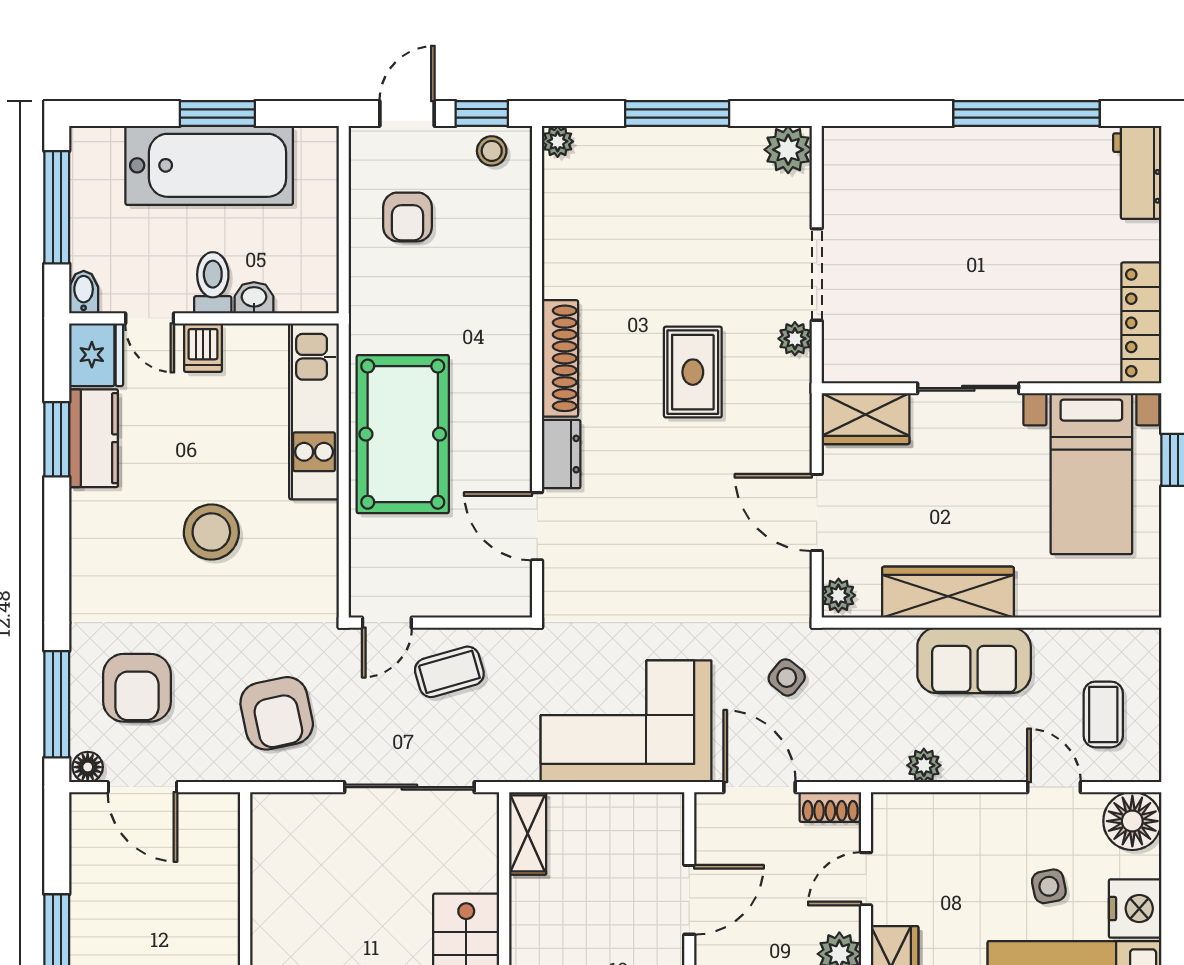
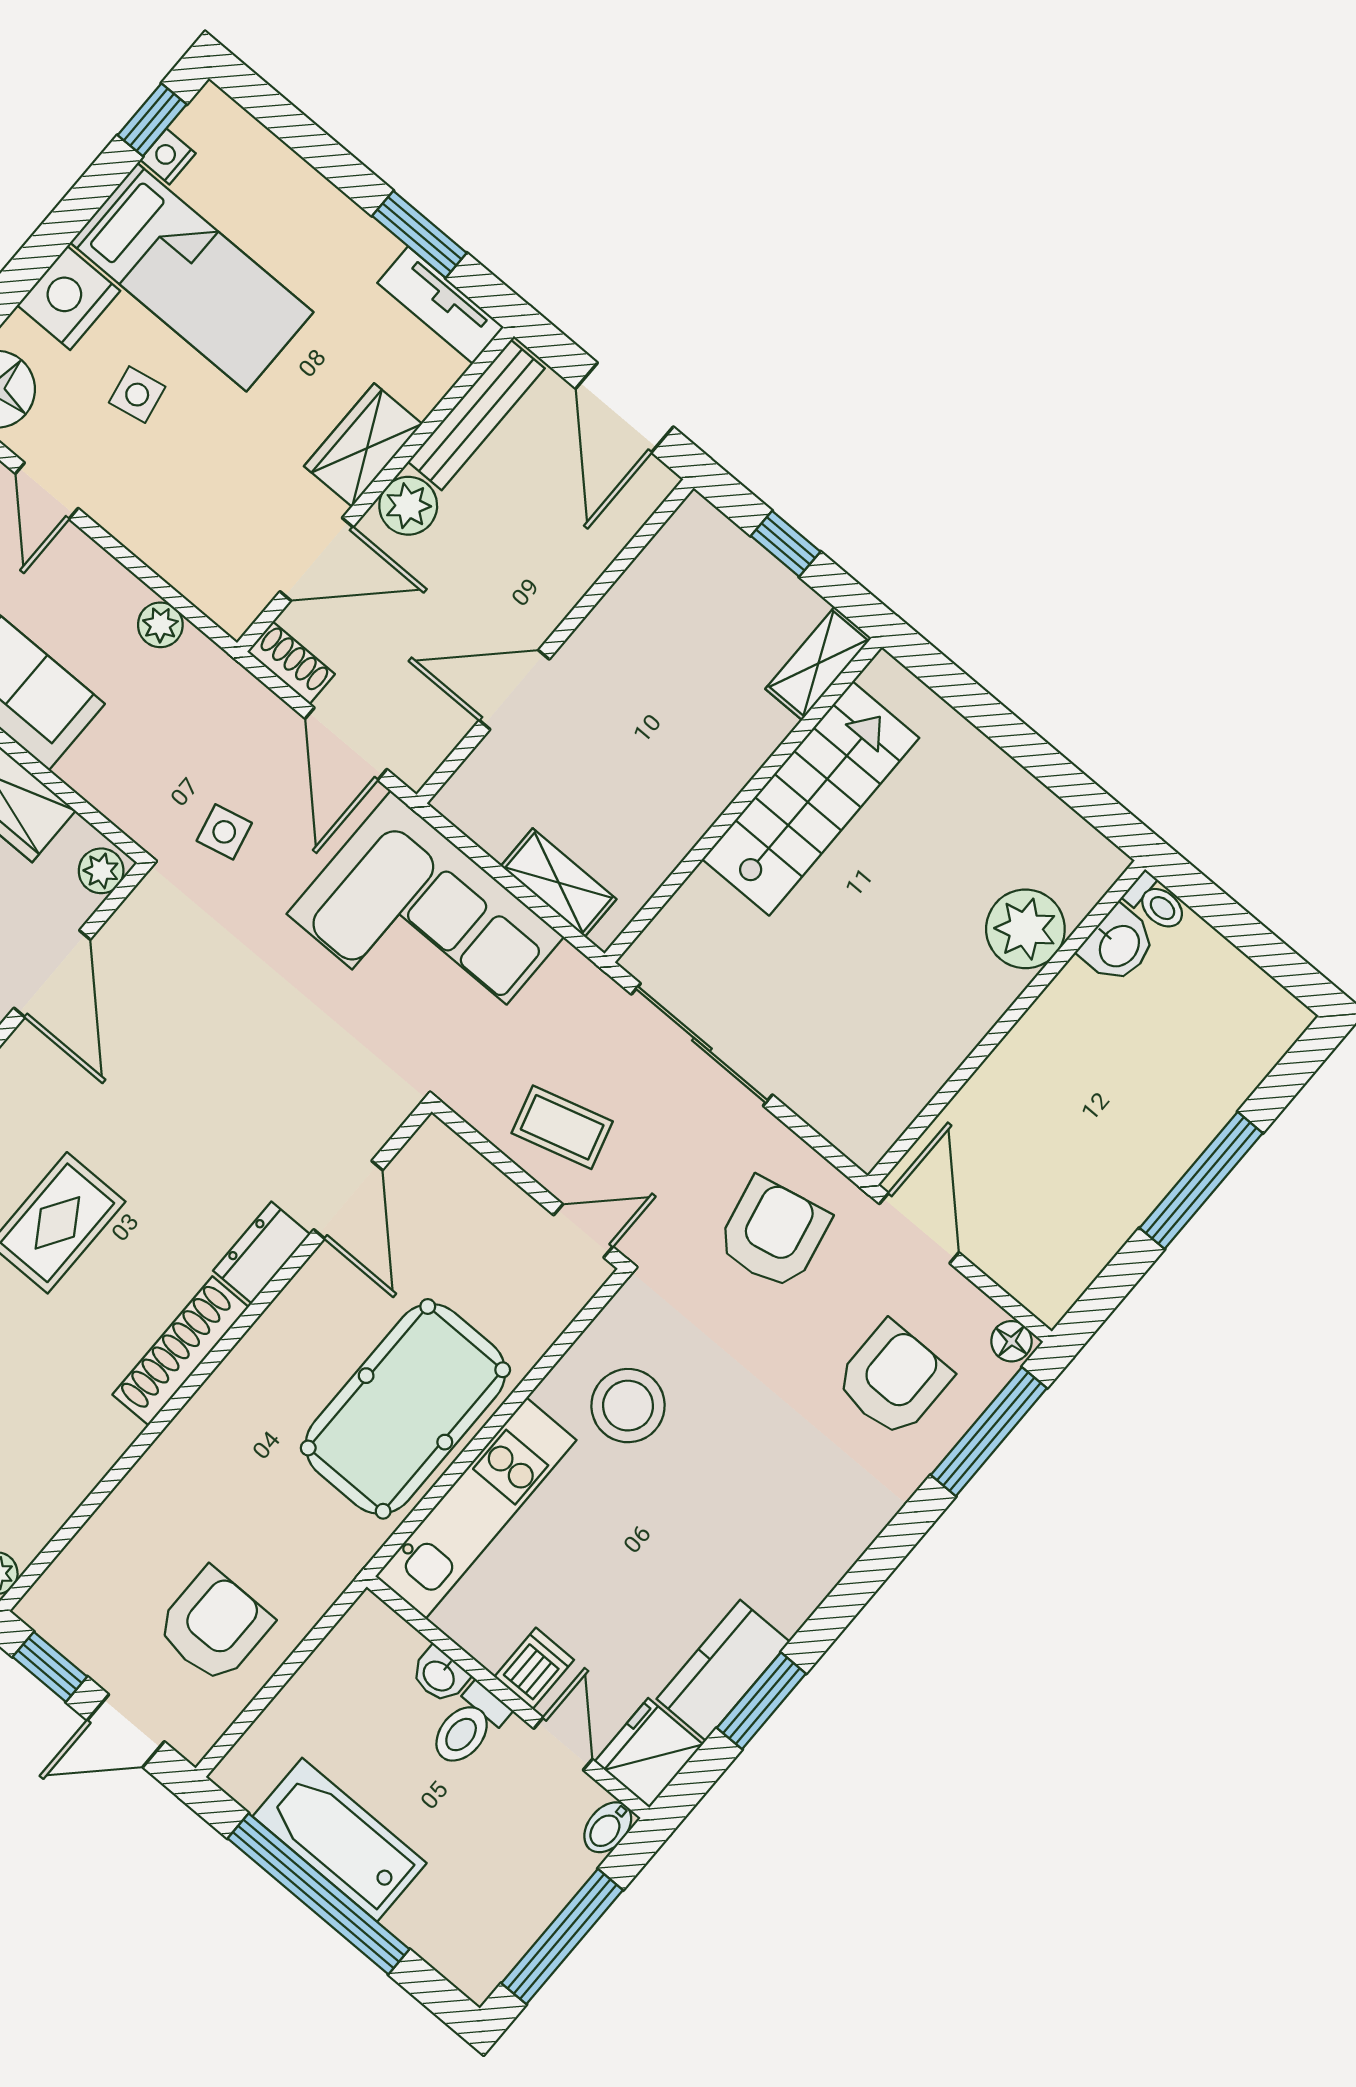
window: (217, 114) -> (319, 1894), width x2.11
stool: (492, 151) -> (72, 1620), removed
bathtub: (209, 165) -> (340, 1840), width x0.73, depth x0.73
armchair: (408, 217) -> (214, 1626), width x1.38, depth x1.38
stool: (211, 532) -> (628, 1406), moved
side table: (787, 677) -> (224, 832), turned 38
door: (142, 787) -> (919, 1228), moved
shelving: (528, 833) -> (559, 883), moved, turned 90
door: (866, 879) -> (316, 559), width x1.38

